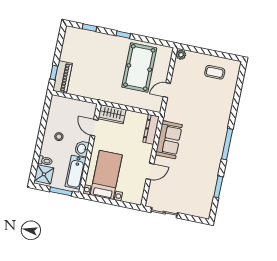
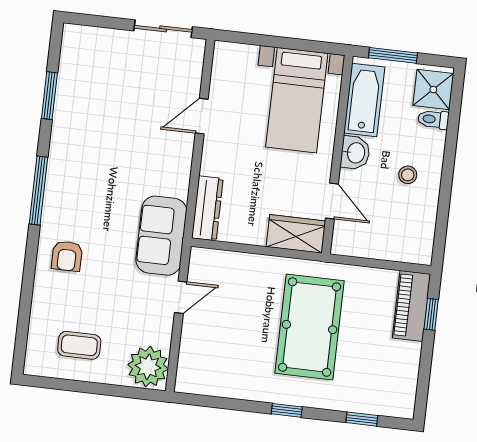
plant: (181, 55) -> (148, 367), width x1.88, depth x1.88
pool table: (139, 68) -> (310, 327), moved
armchair: (217, 113) -> (67, 256), added
sofa: (169, 140) -> (161, 236), moved

